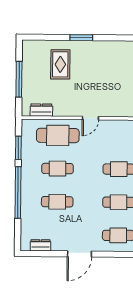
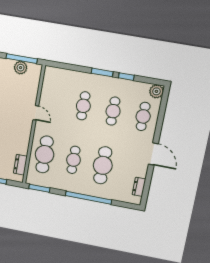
door: (90, 118) -> (36, 113), moved
window: (18, 148) -> (39, 188), moved
cafe table: (57, 202) -> (103, 165), width x1.37, depth x1.35

